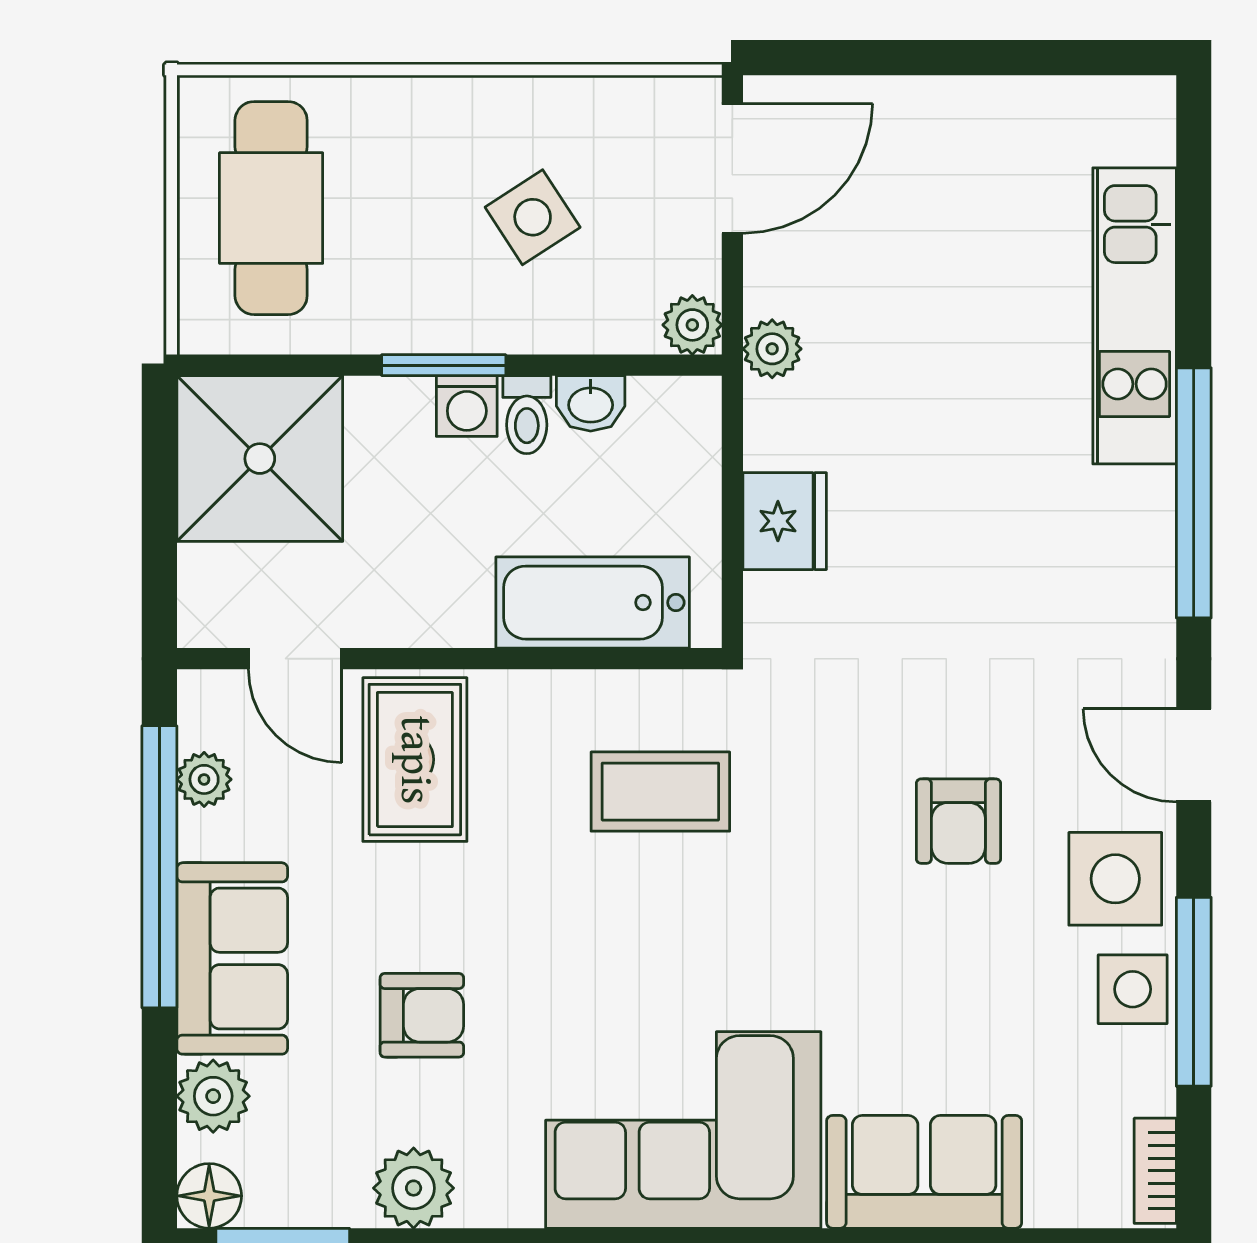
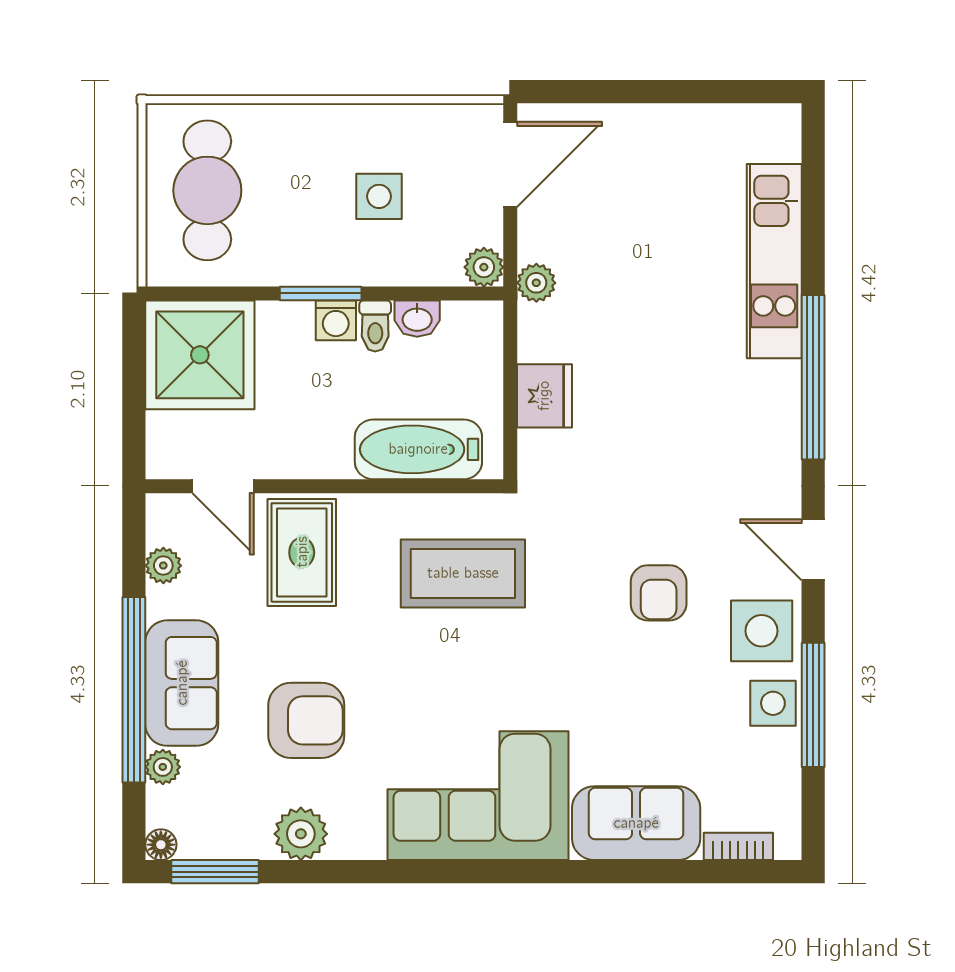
side table: (533, 217) -> (379, 196), turned 33
coffee table: (660, 792) -> (463, 573), width x1.36, depth x1.32
window: (159, 867) -> (134, 690), moved
armchair: (422, 1015) -> (306, 720), width x1.38, depth x1.38
plant: (213, 1096) -> (163, 767), width x0.73, depth x0.73
bookcase: (1155, 1171) -> (738, 846), moved, turned 90
floor lamp: (209, 1196) -> (161, 845), width x0.73, depth x0.73

